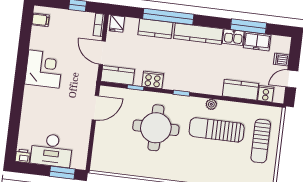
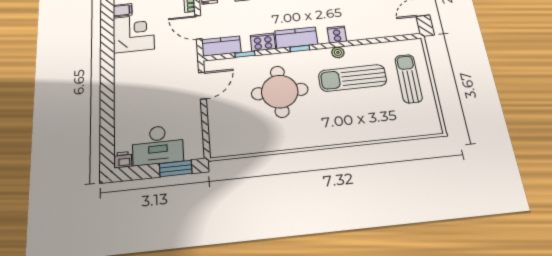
corner desk: (44, 69) -> (134, 33), moved
kitchen counter: (240, 90) -> (296, 38), moved
cooker: (266, 94) -> (337, 34), moved
sun lounger: (261, 141) -> (409, 79), turned 180

